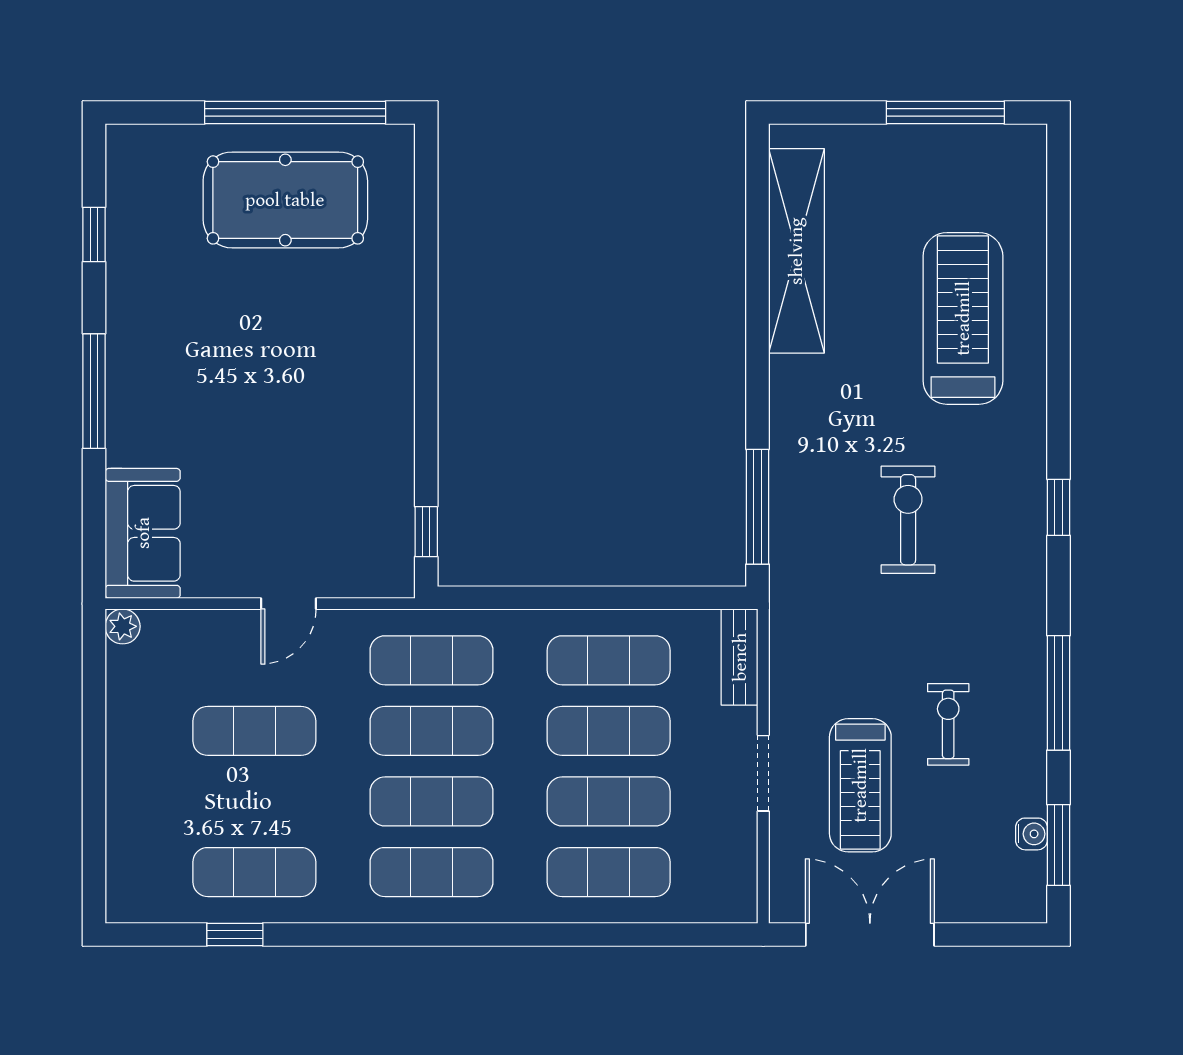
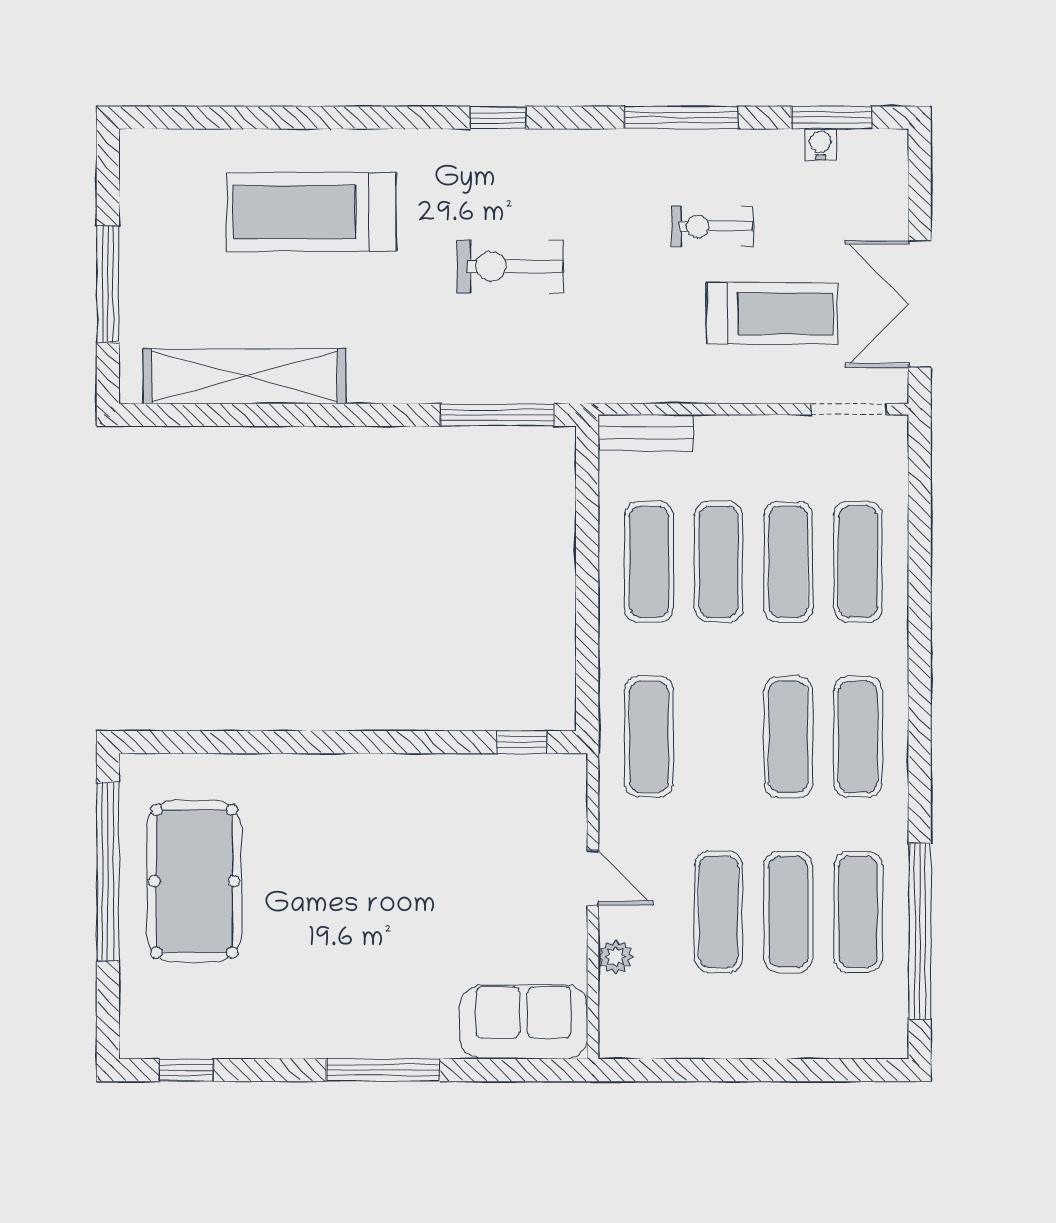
window: (945, 112) -> (108, 284), moved
window: (94, 234) -> (186, 1070), moved
plant: (123, 626) -> (615, 957), moved
exercise mat: (432, 731) -> (788, 912), moved
doorway: (763, 773) -> (849, 409), moved
window: (235, 934) -> (920, 931), width x3.17

